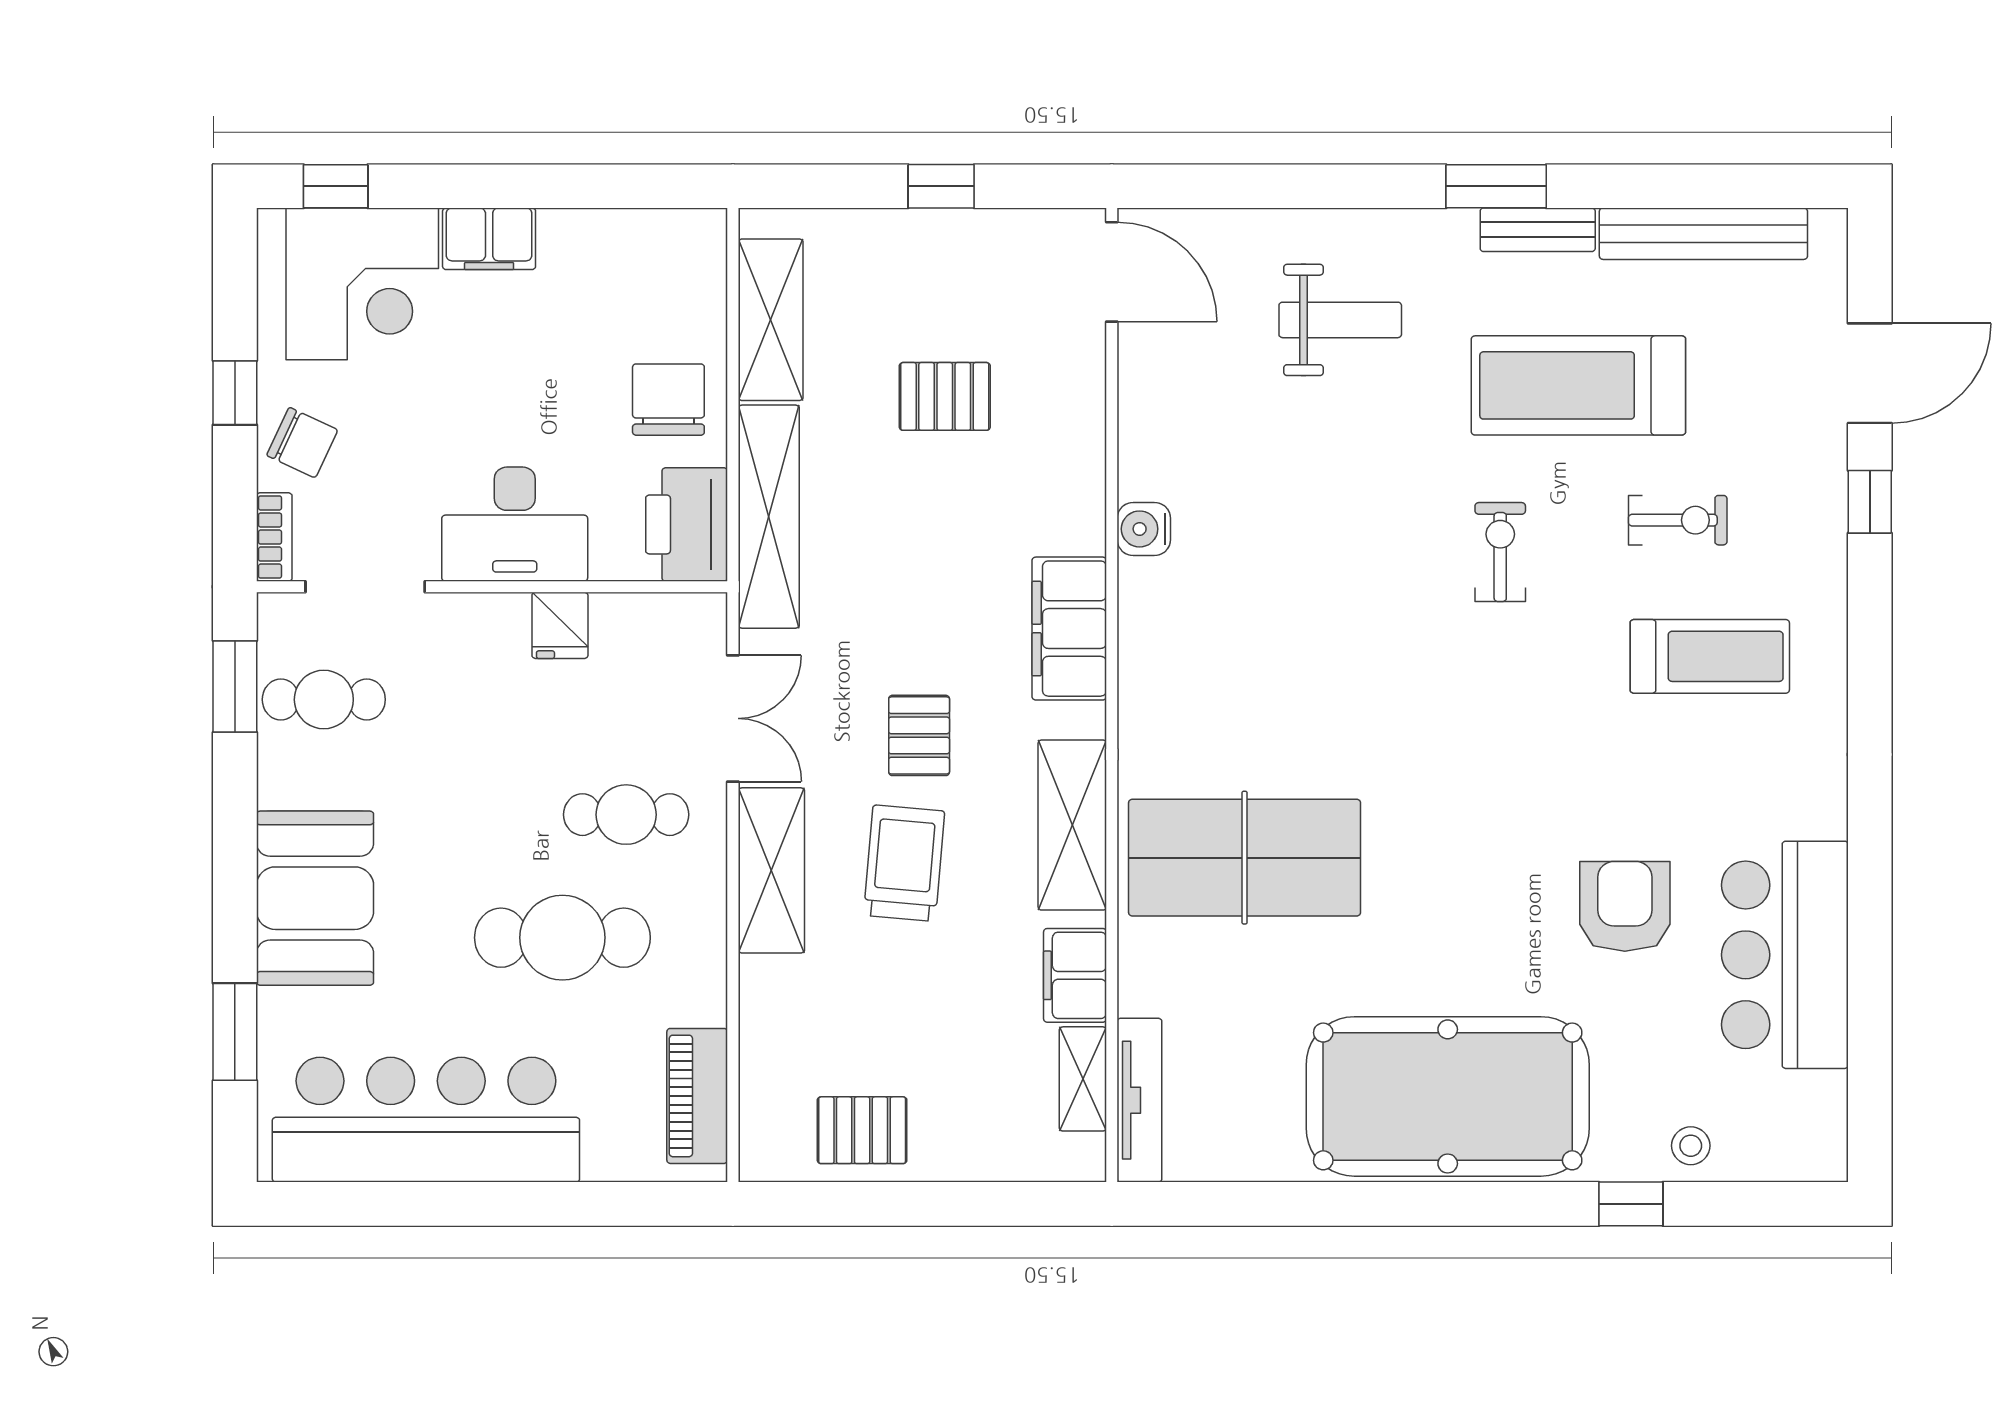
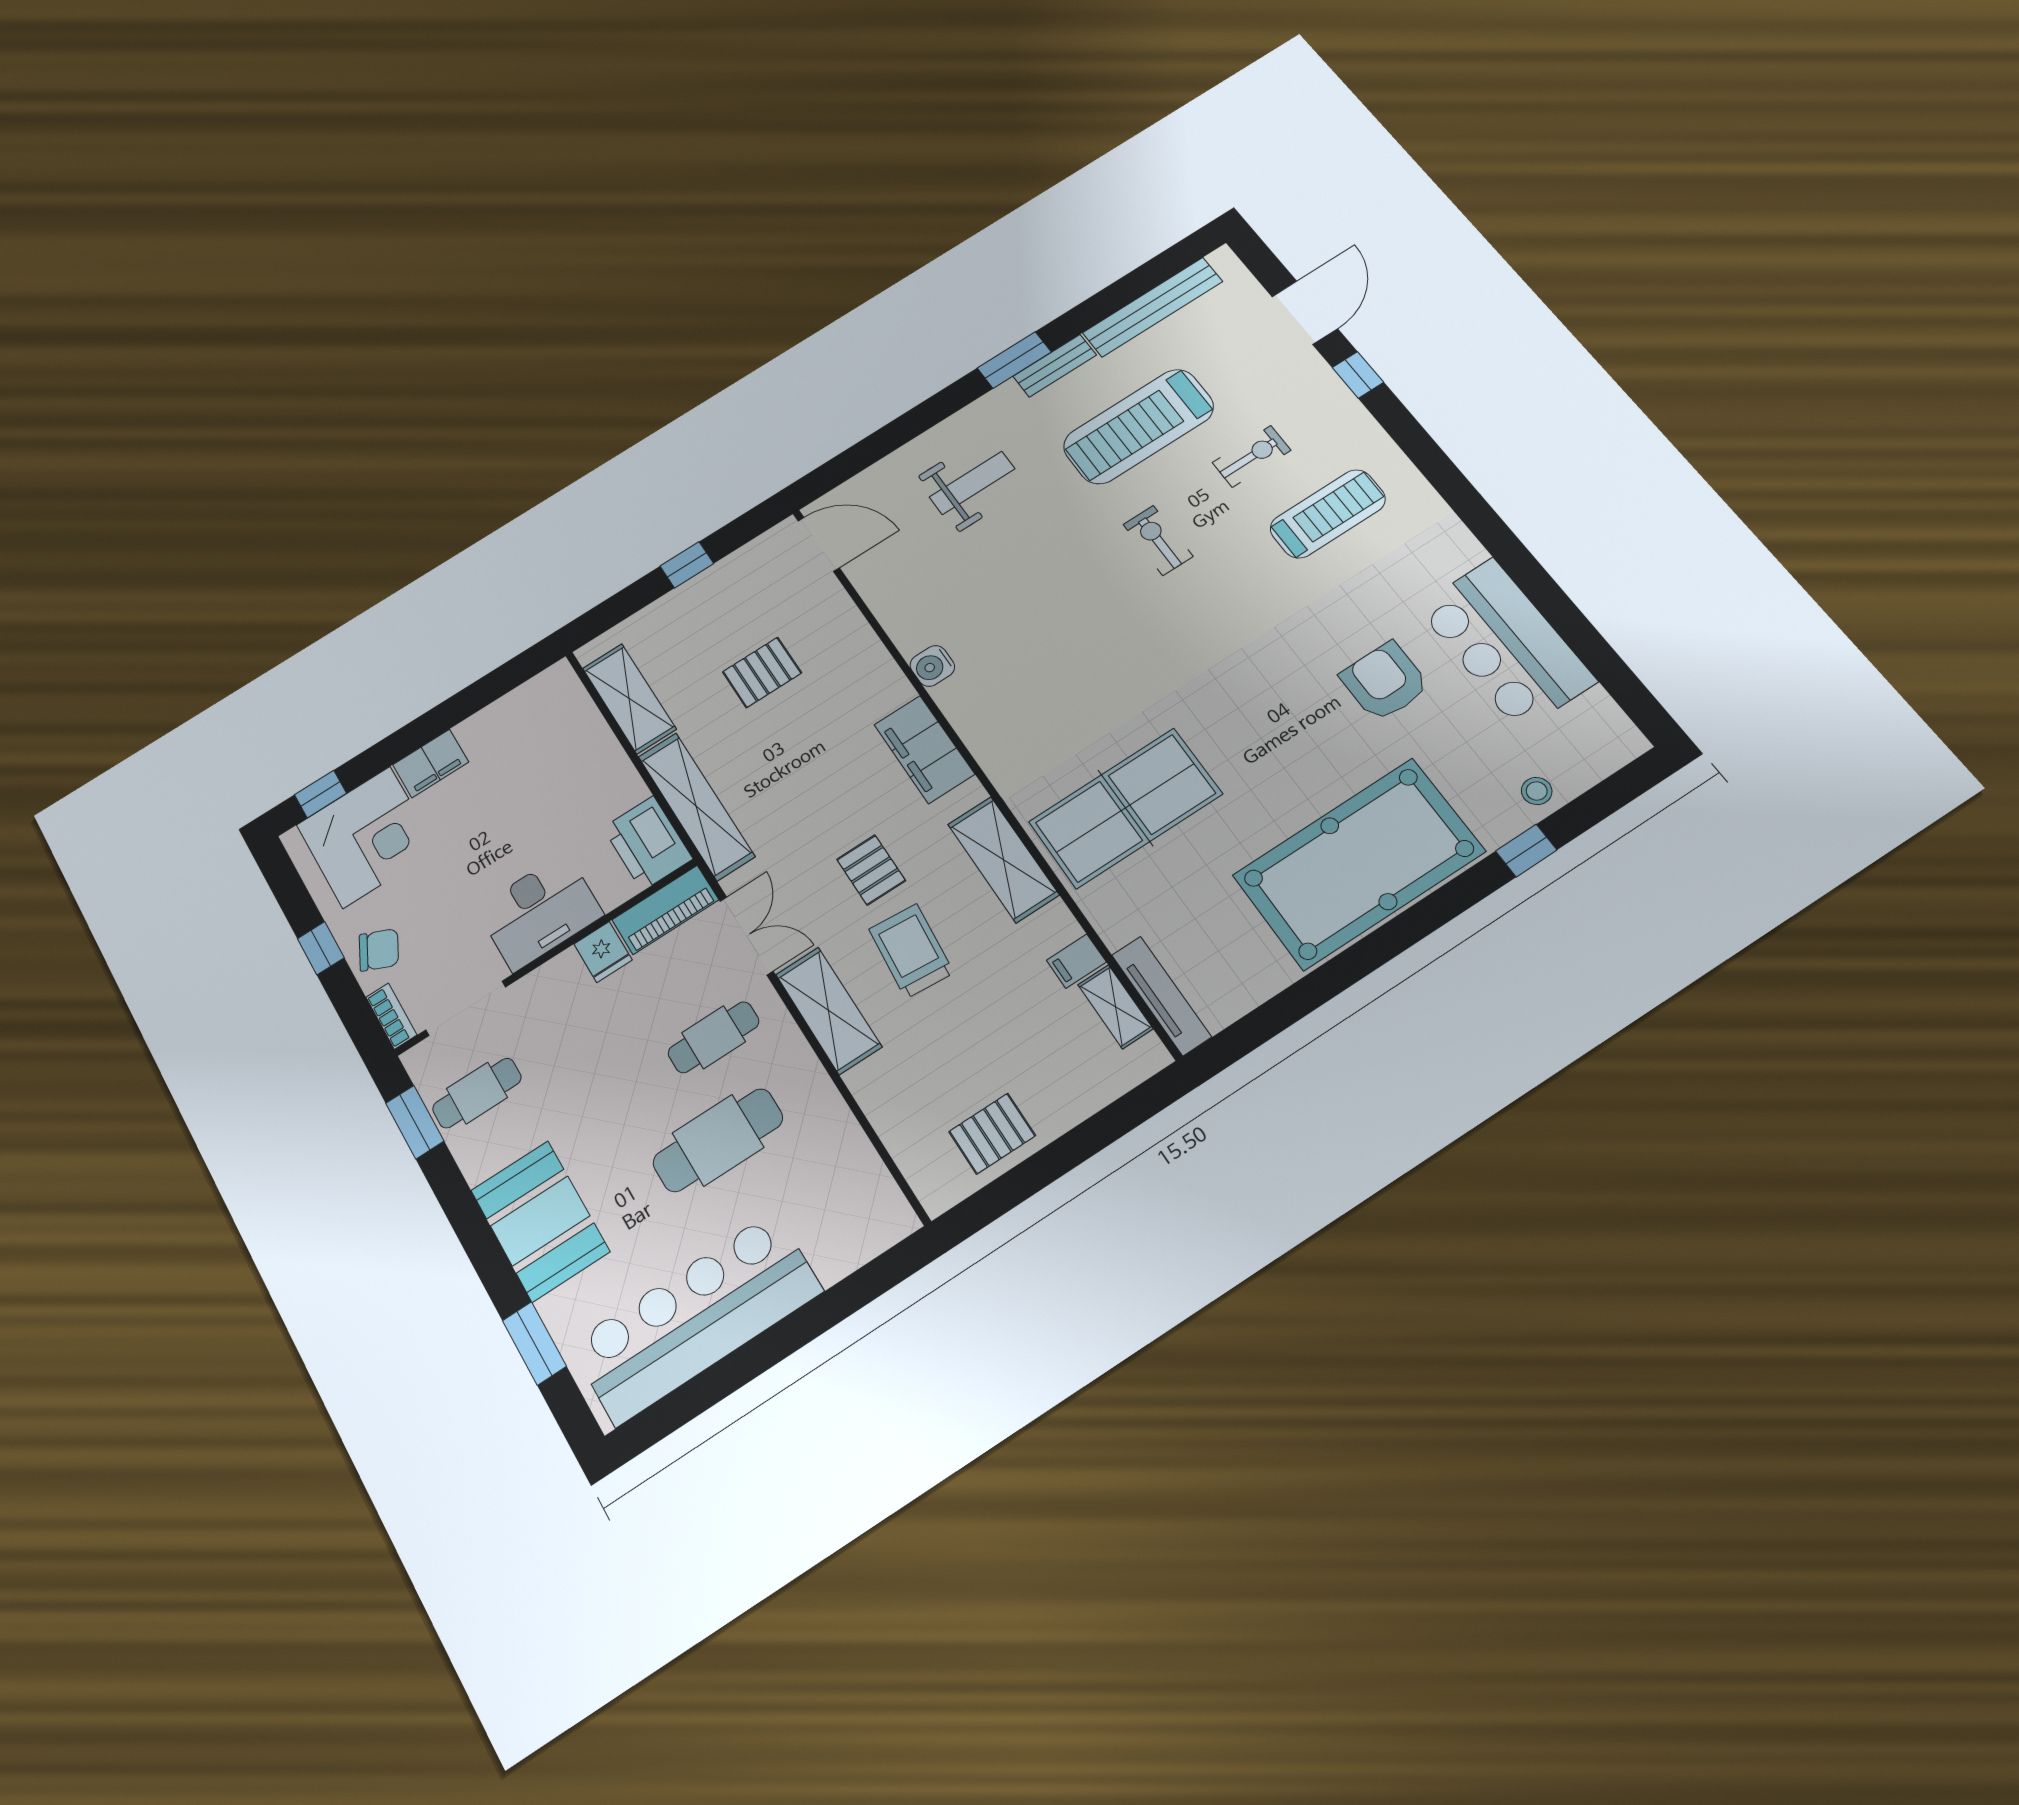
chair: (668, 400) -> (594, 781), removed
filing cabinet: (1075, 975) -> (1076, 961), width x0.50
piano: (697, 1096) -> (665, 910), moved, turned -90

